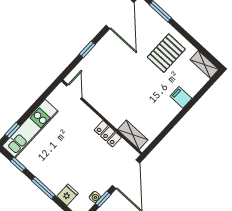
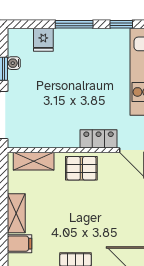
pallet: (111, 107) -> (81, 168), added
shelving: (168, 115) -> (16, 213), added
locker: (108, 134) -> (99, 139), moved

